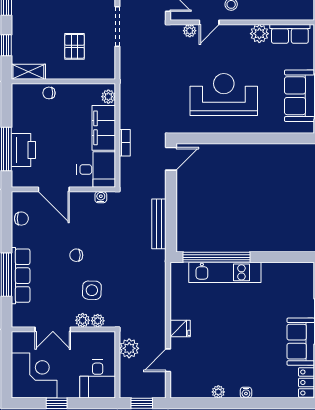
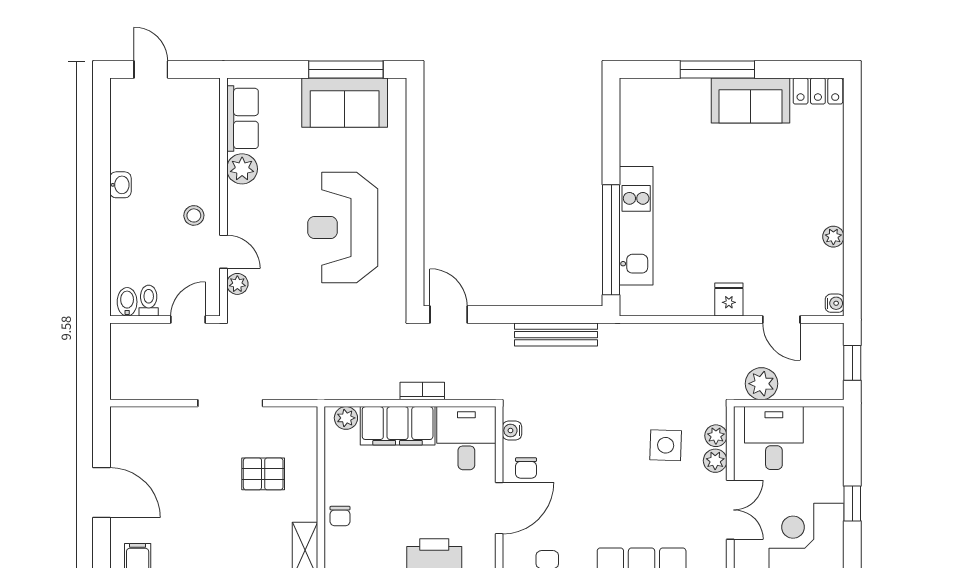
chair: (76, 255) -> (526, 468), moved
desk: (98, 379) -> (774, 438), moved, turned -90
water cooler: (246, 393) -> (835, 303), moved

